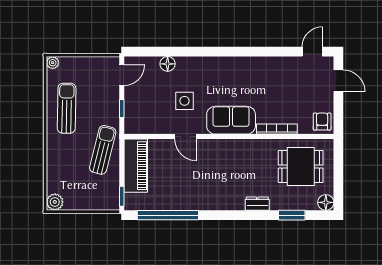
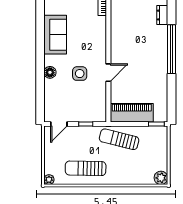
floor lamp: (168, 64) -> (50, 72), moved
door: (122, 75) -> (59, 124), swing flipped
sofa: (231, 120) -> (55, 35), moved, turned 180
window: (168, 215) -> (172, 49), moved

